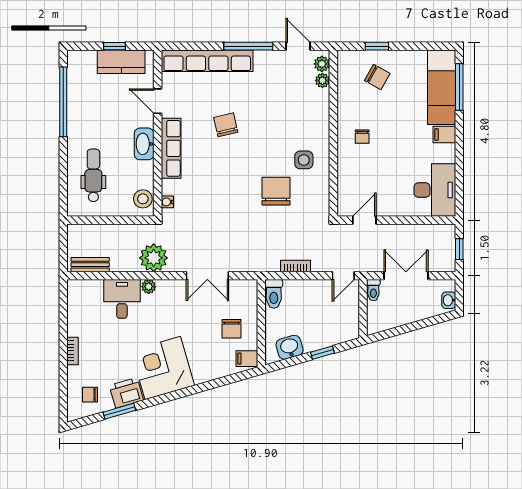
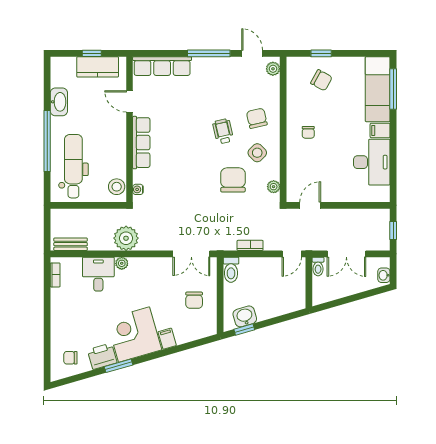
row of seats: (207, 61) -> (162, 66), width x0.73
plant: (322, 80) -> (274, 187), moved
window: (63, 102) -> (47, 141), moved
chair: (226, 125) -> (257, 118), moved
wheelchair: (265, 135) -> (223, 131), added
washbasin: (144, 144) -> (59, 102), moved, turned 180
side table: (304, 160) -> (257, 153), turned 45
dental chair: (93, 175) -> (73, 166), width x1.36, depth x1.38
desk: (435, 190) -> (372, 162), moved
double door: (207, 276) -> (191, 254), moved
double door: (406, 276) -> (346, 254), swing flipped
bookcase: (72, 351) -> (55, 275), moved
window: (322, 353) -> (244, 330), moved
filing cabinet: (247, 359) -> (167, 339), moved, turned 74
window: (119, 411) -> (119, 366), moved

